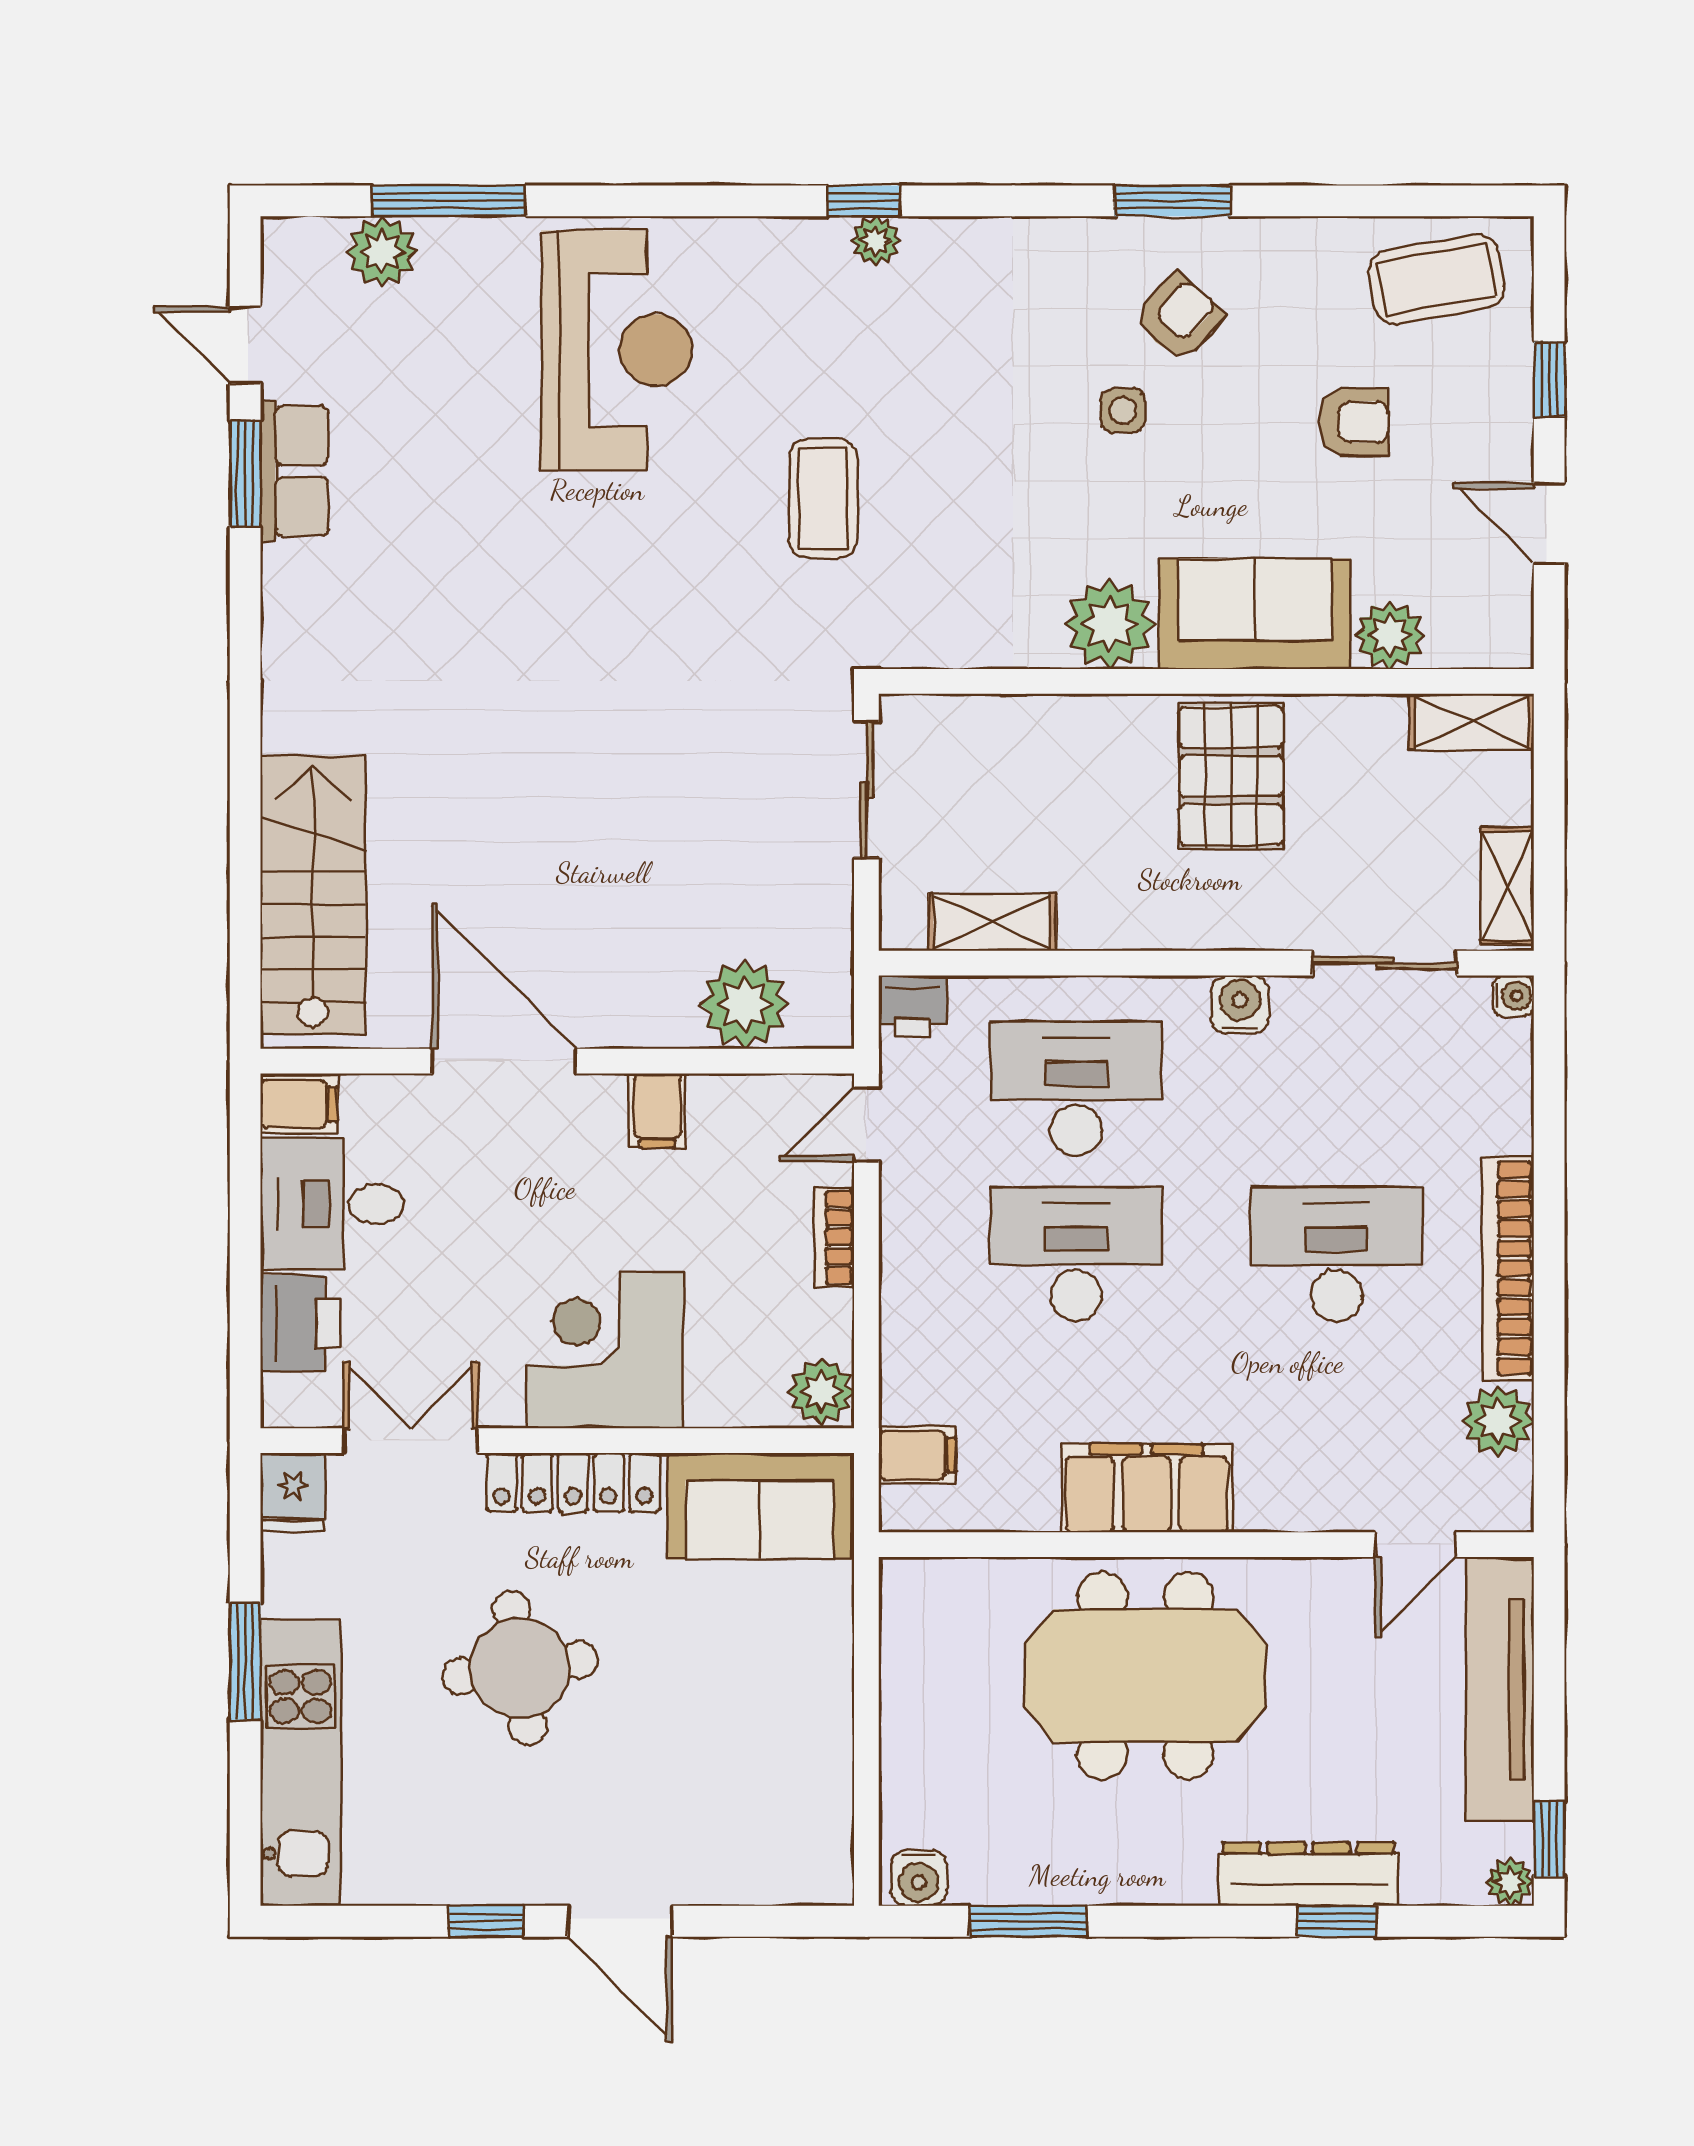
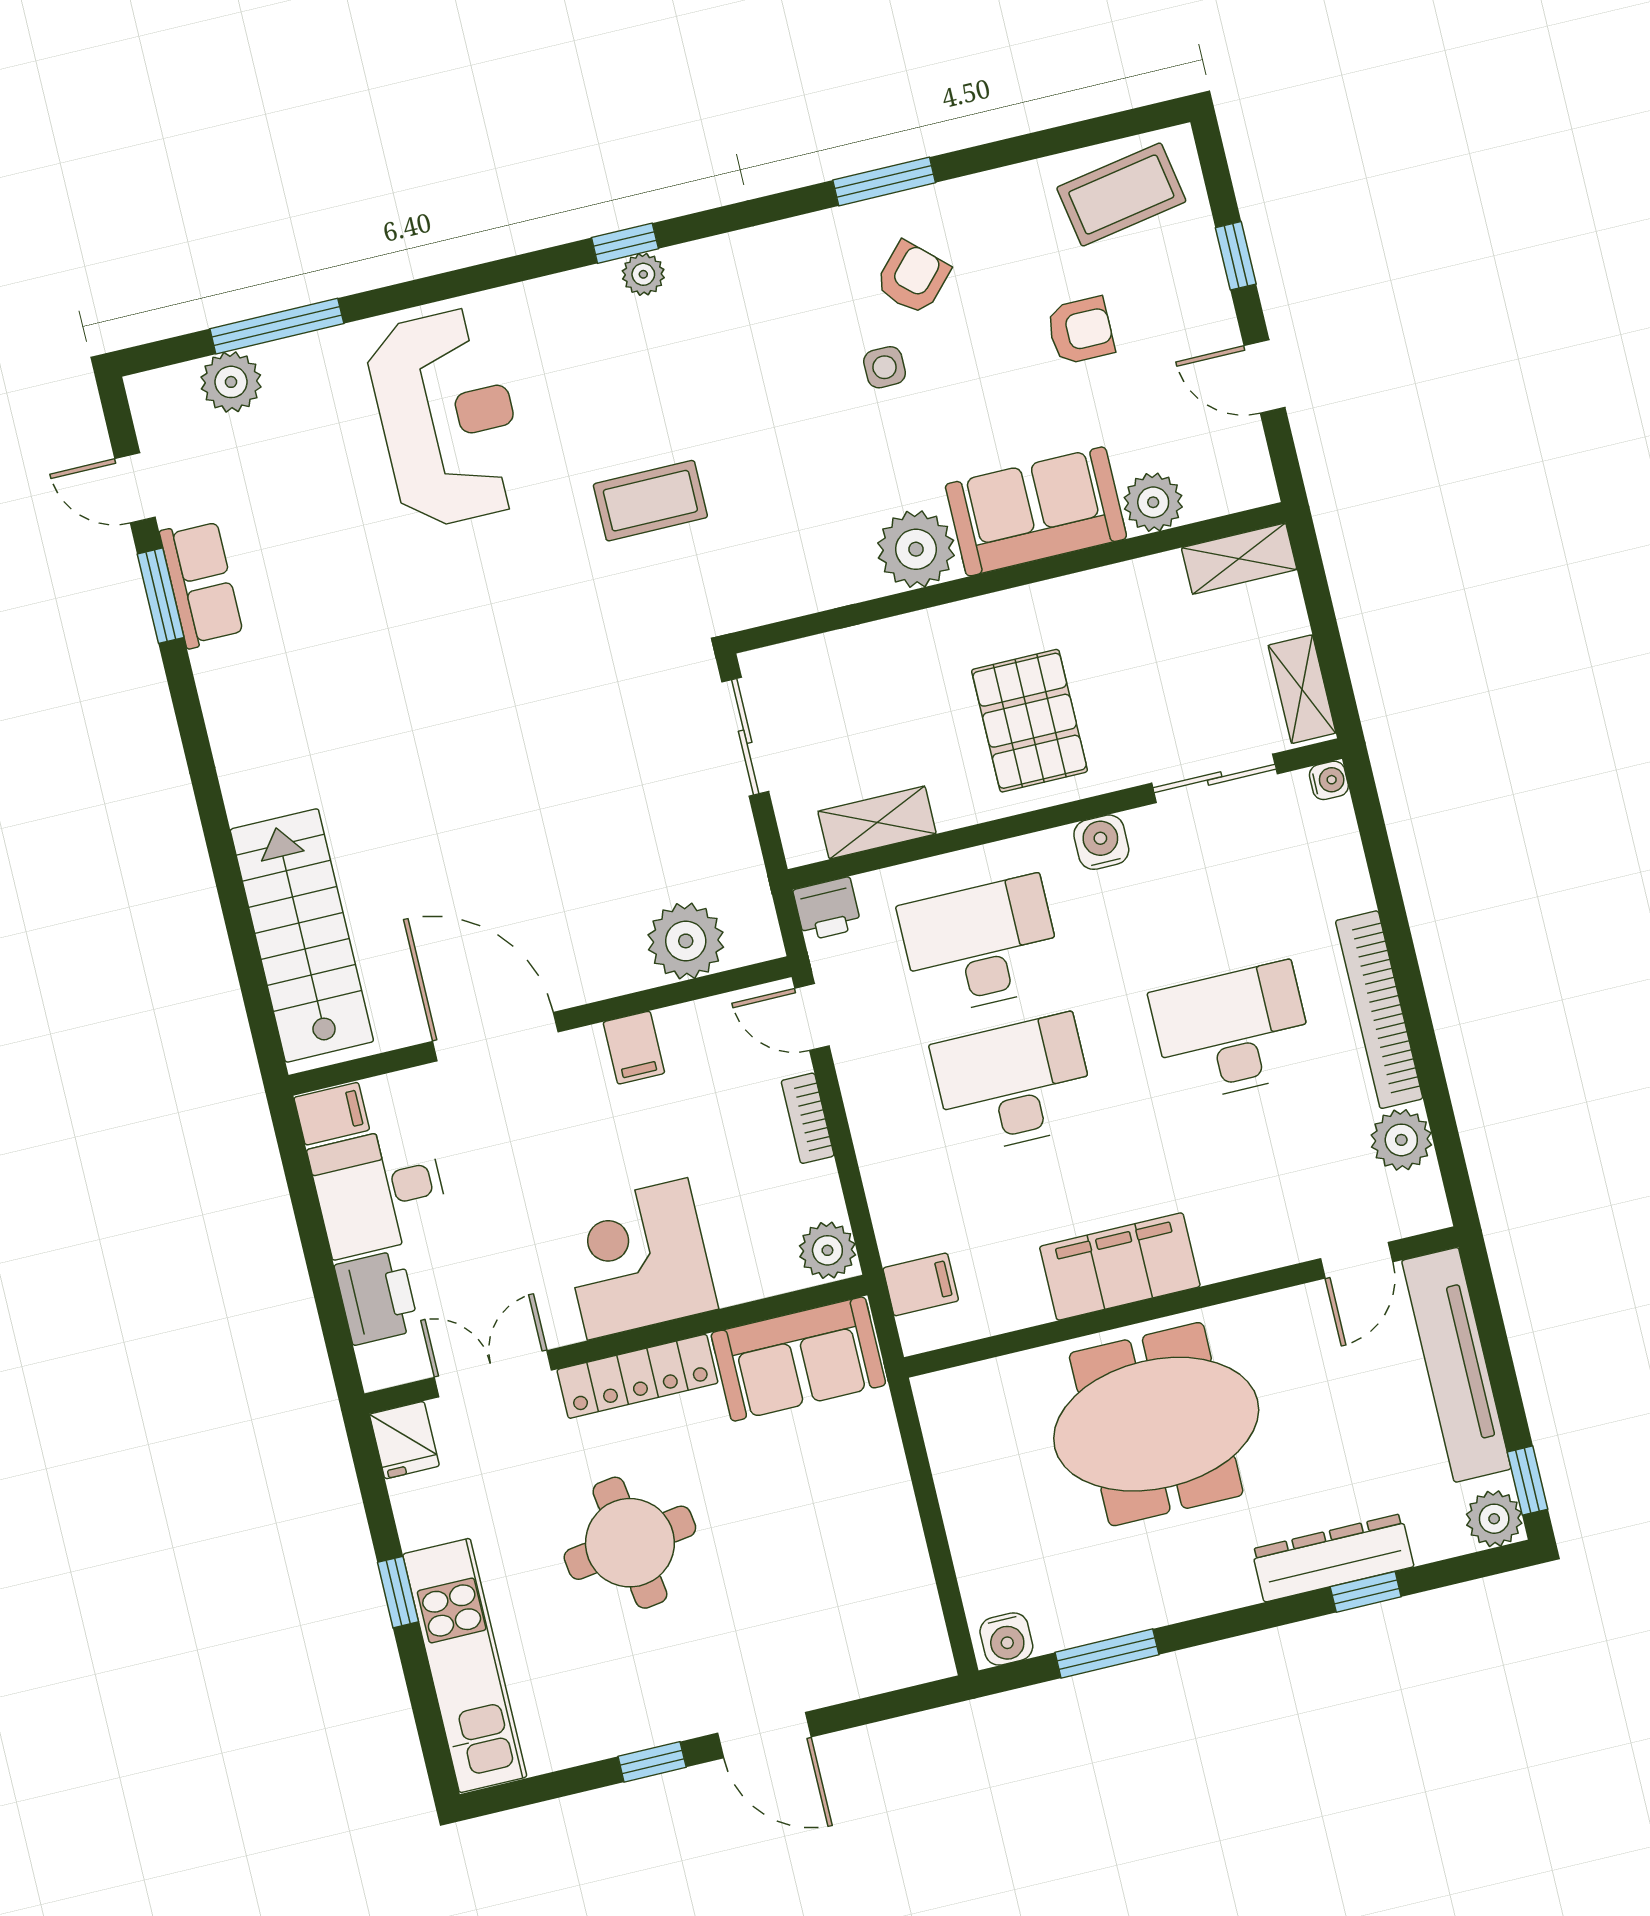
coffee table: (823, 498) -> (650, 501), turned 90
pallet: (1231, 776) -> (1030, 721), moved
door: (866, 1124) -> (812, 1017), hinge flipped
window: (245, 1661) -> (398, 1592), width x0.67
plant: (1510, 1882) -> (1494, 1519), width x1.38, depth x1.38

